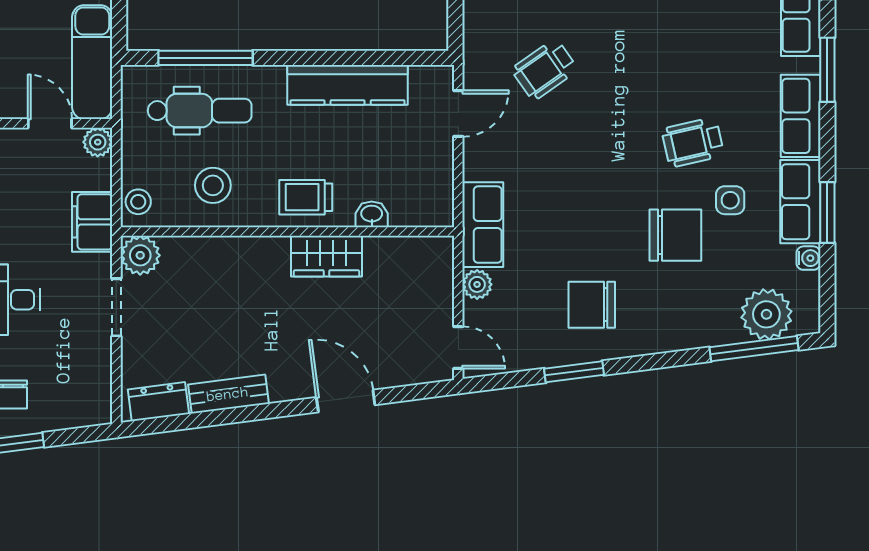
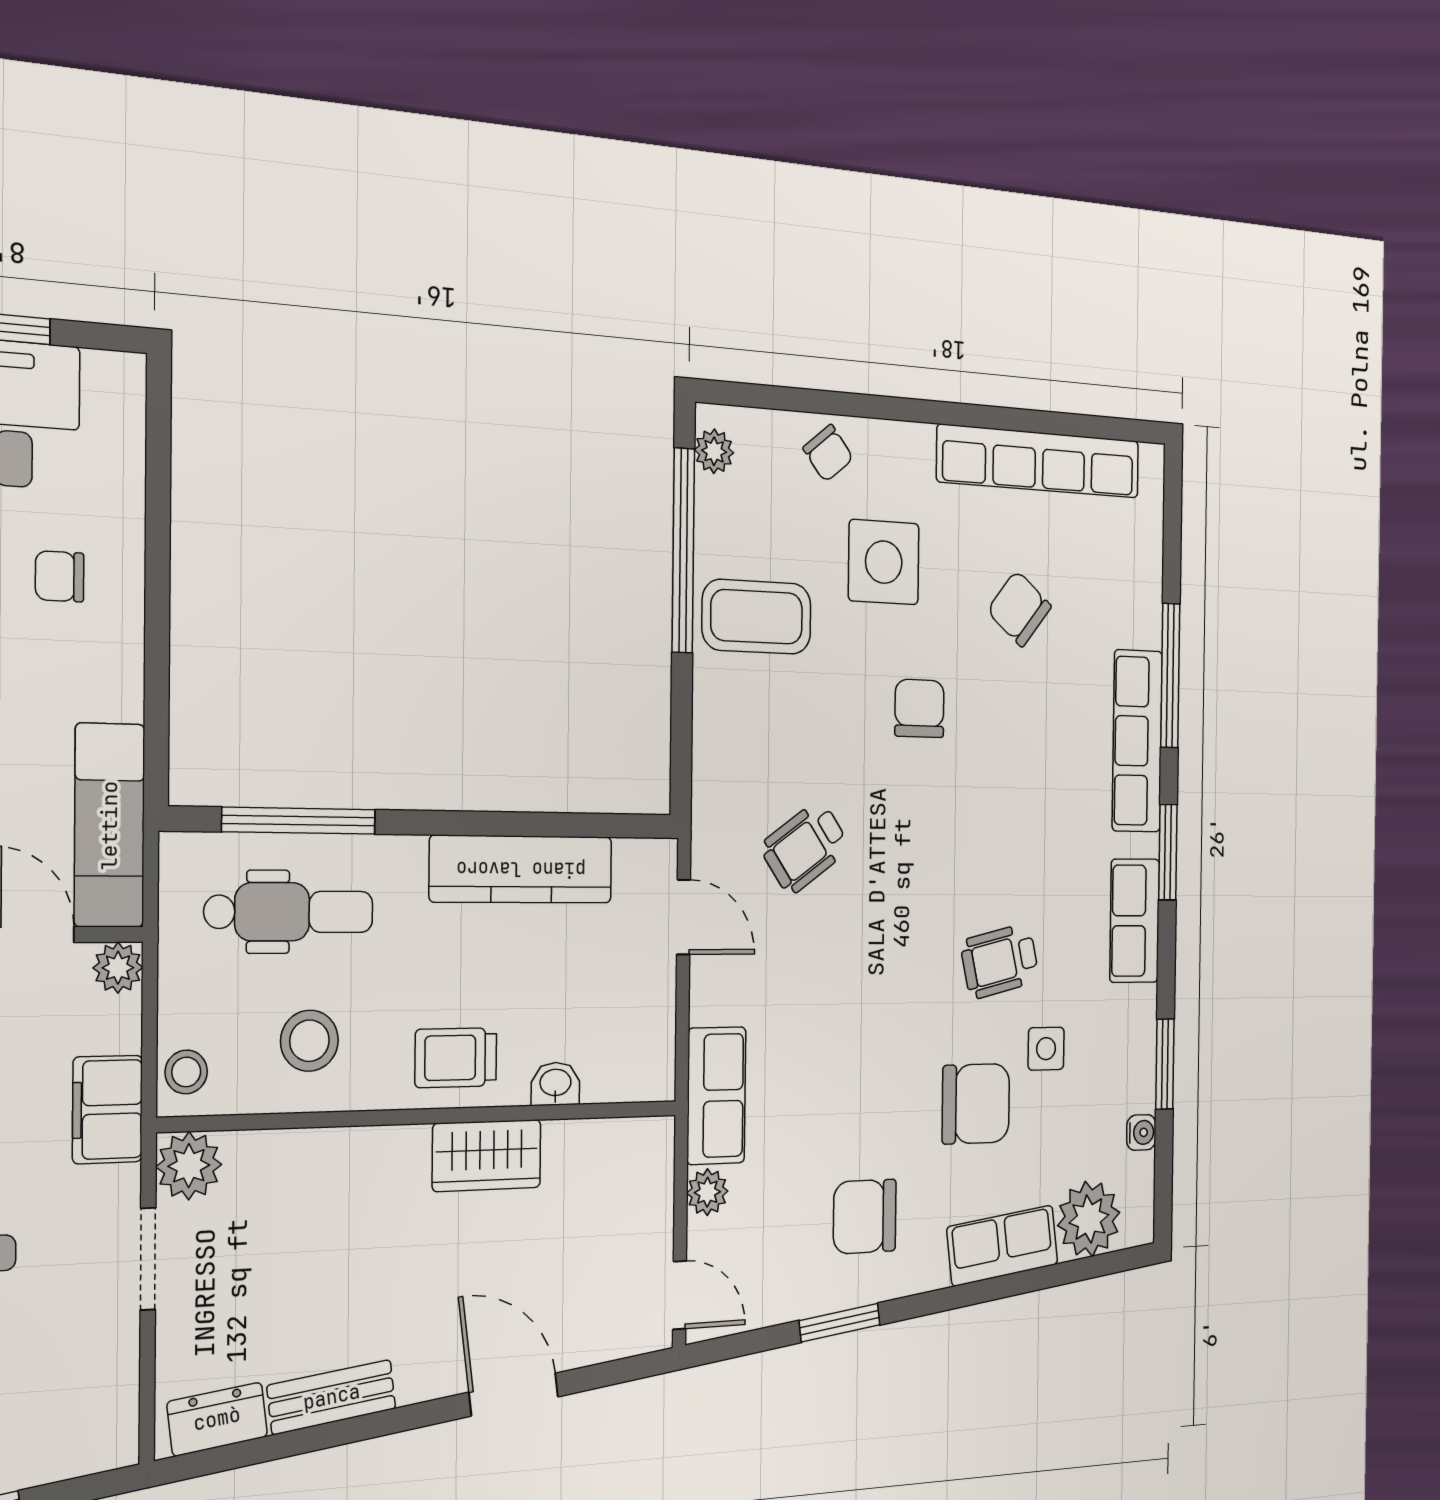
door: (458, 114) -> (683, 917), hinge flipped
row of seats: (800, 202) -> (1003, 1246), moved, turned 83
window: (754, 349) -> (1073, 1271), removed

